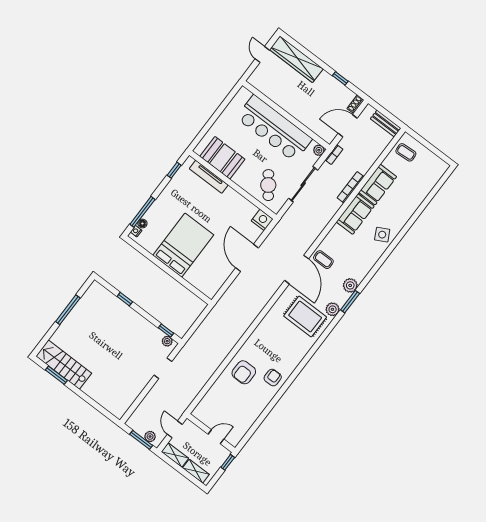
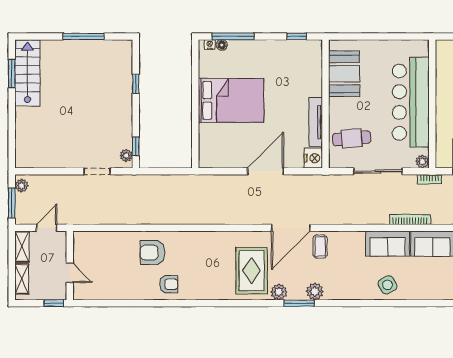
tv unit: (209, 177) -> (316, 122), moved
cafe table: (268, 185) -> (352, 138), turned 32
plant: (150, 437) -> (21, 186), moved

